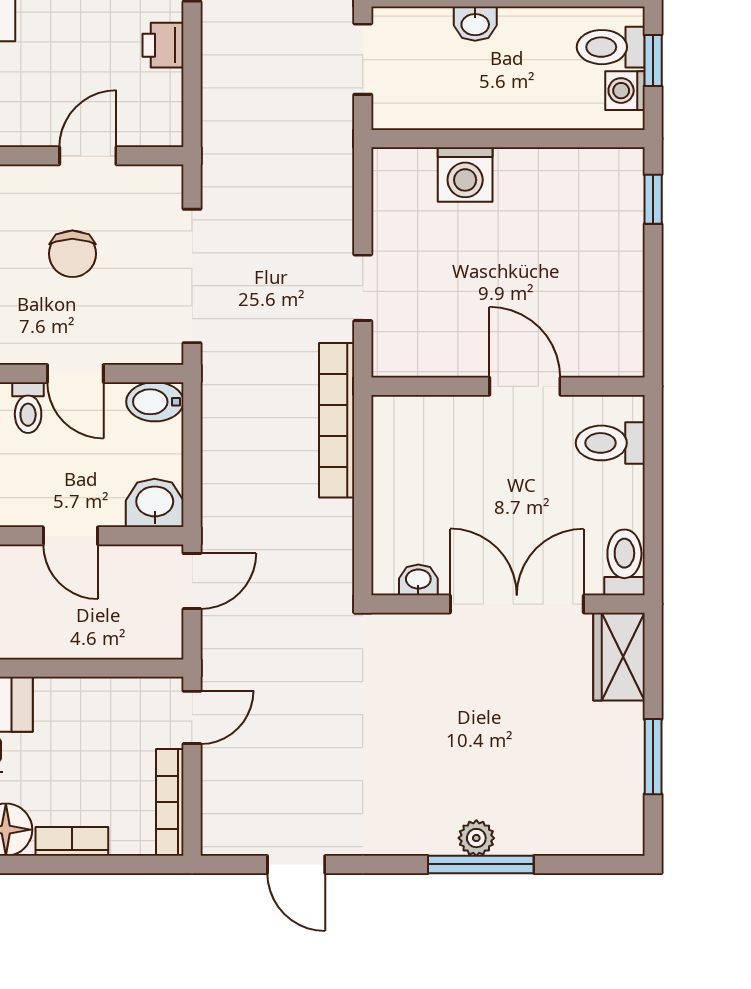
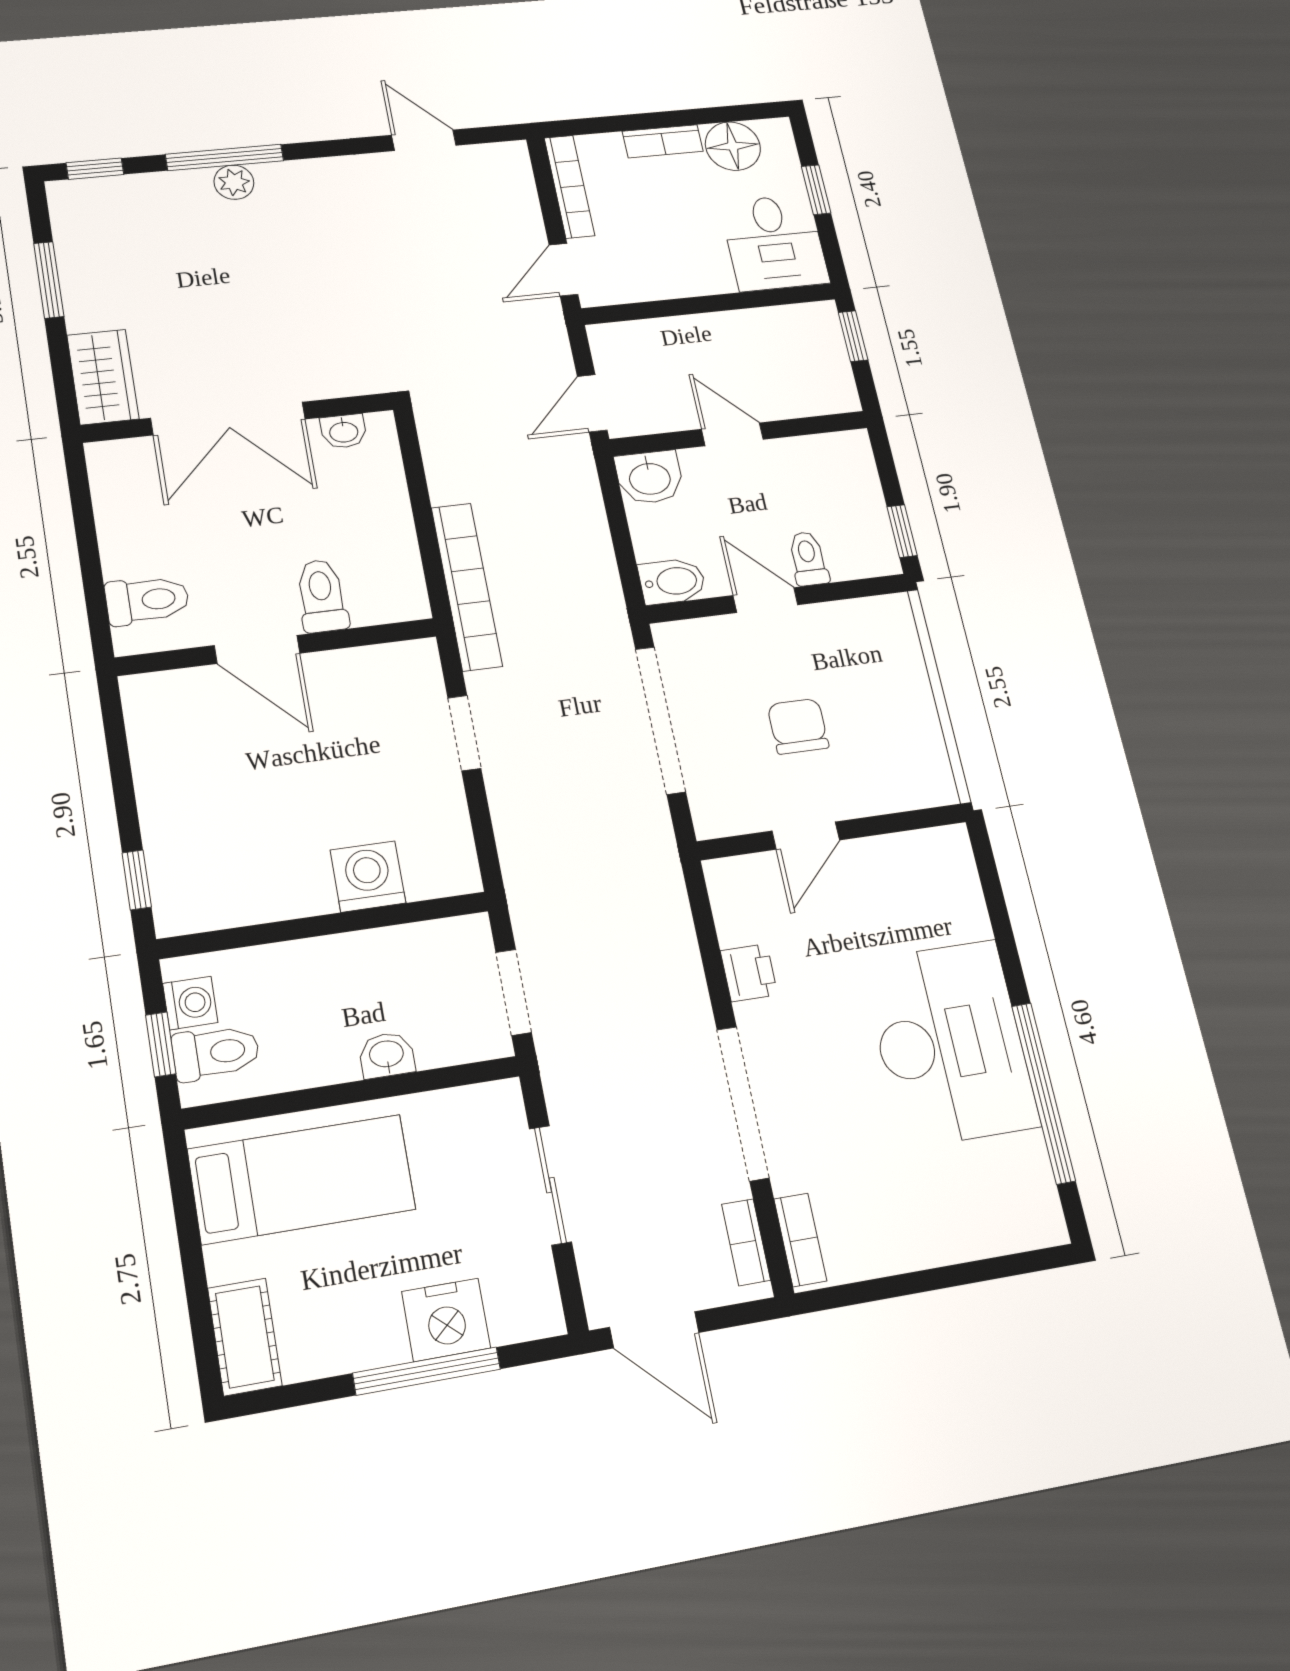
toilet: (624, 562) -> (322, 596), moved, turned 180
window: (598, 864) -> (95, 169), added

